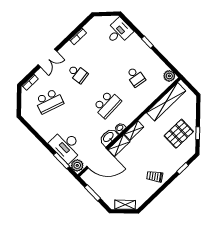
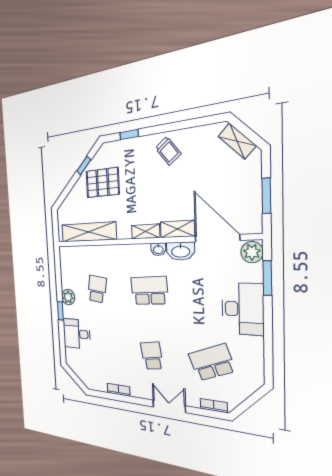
desk: (119, 32) -> (77, 334), moved
plant: (169, 76) -> (68, 297), moved
school desk: (49, 101) -> (212, 362), turned -39
desk: (66, 146) -> (243, 309), moved

